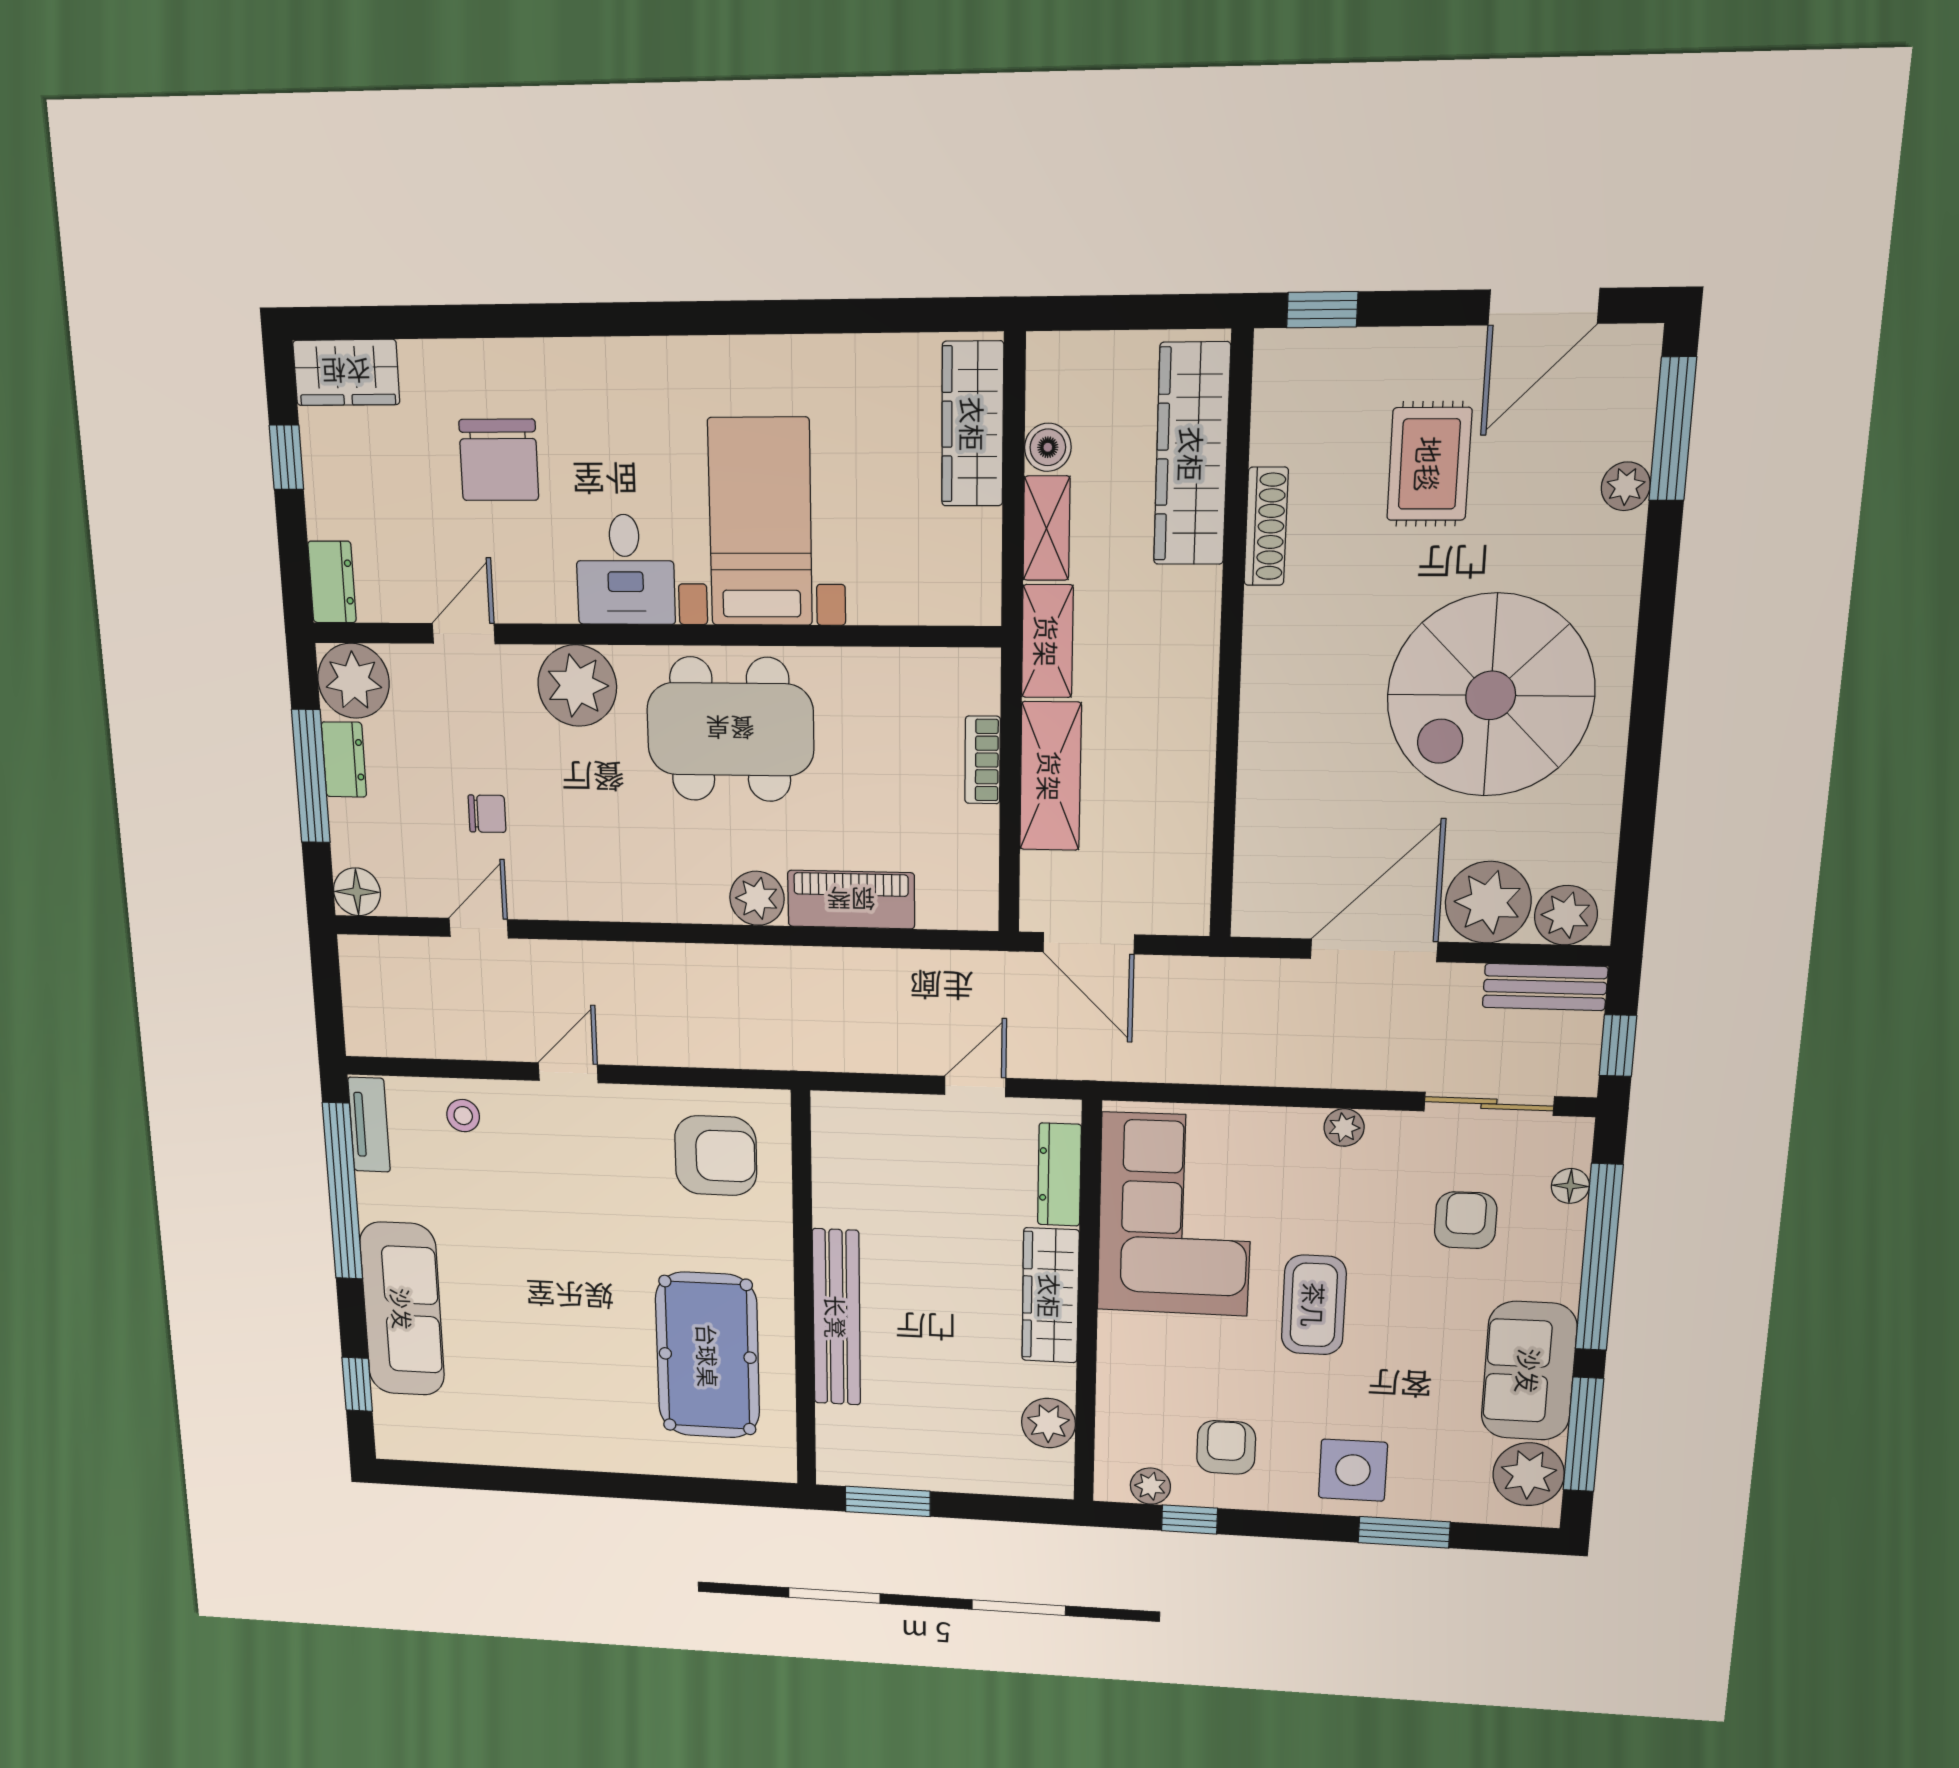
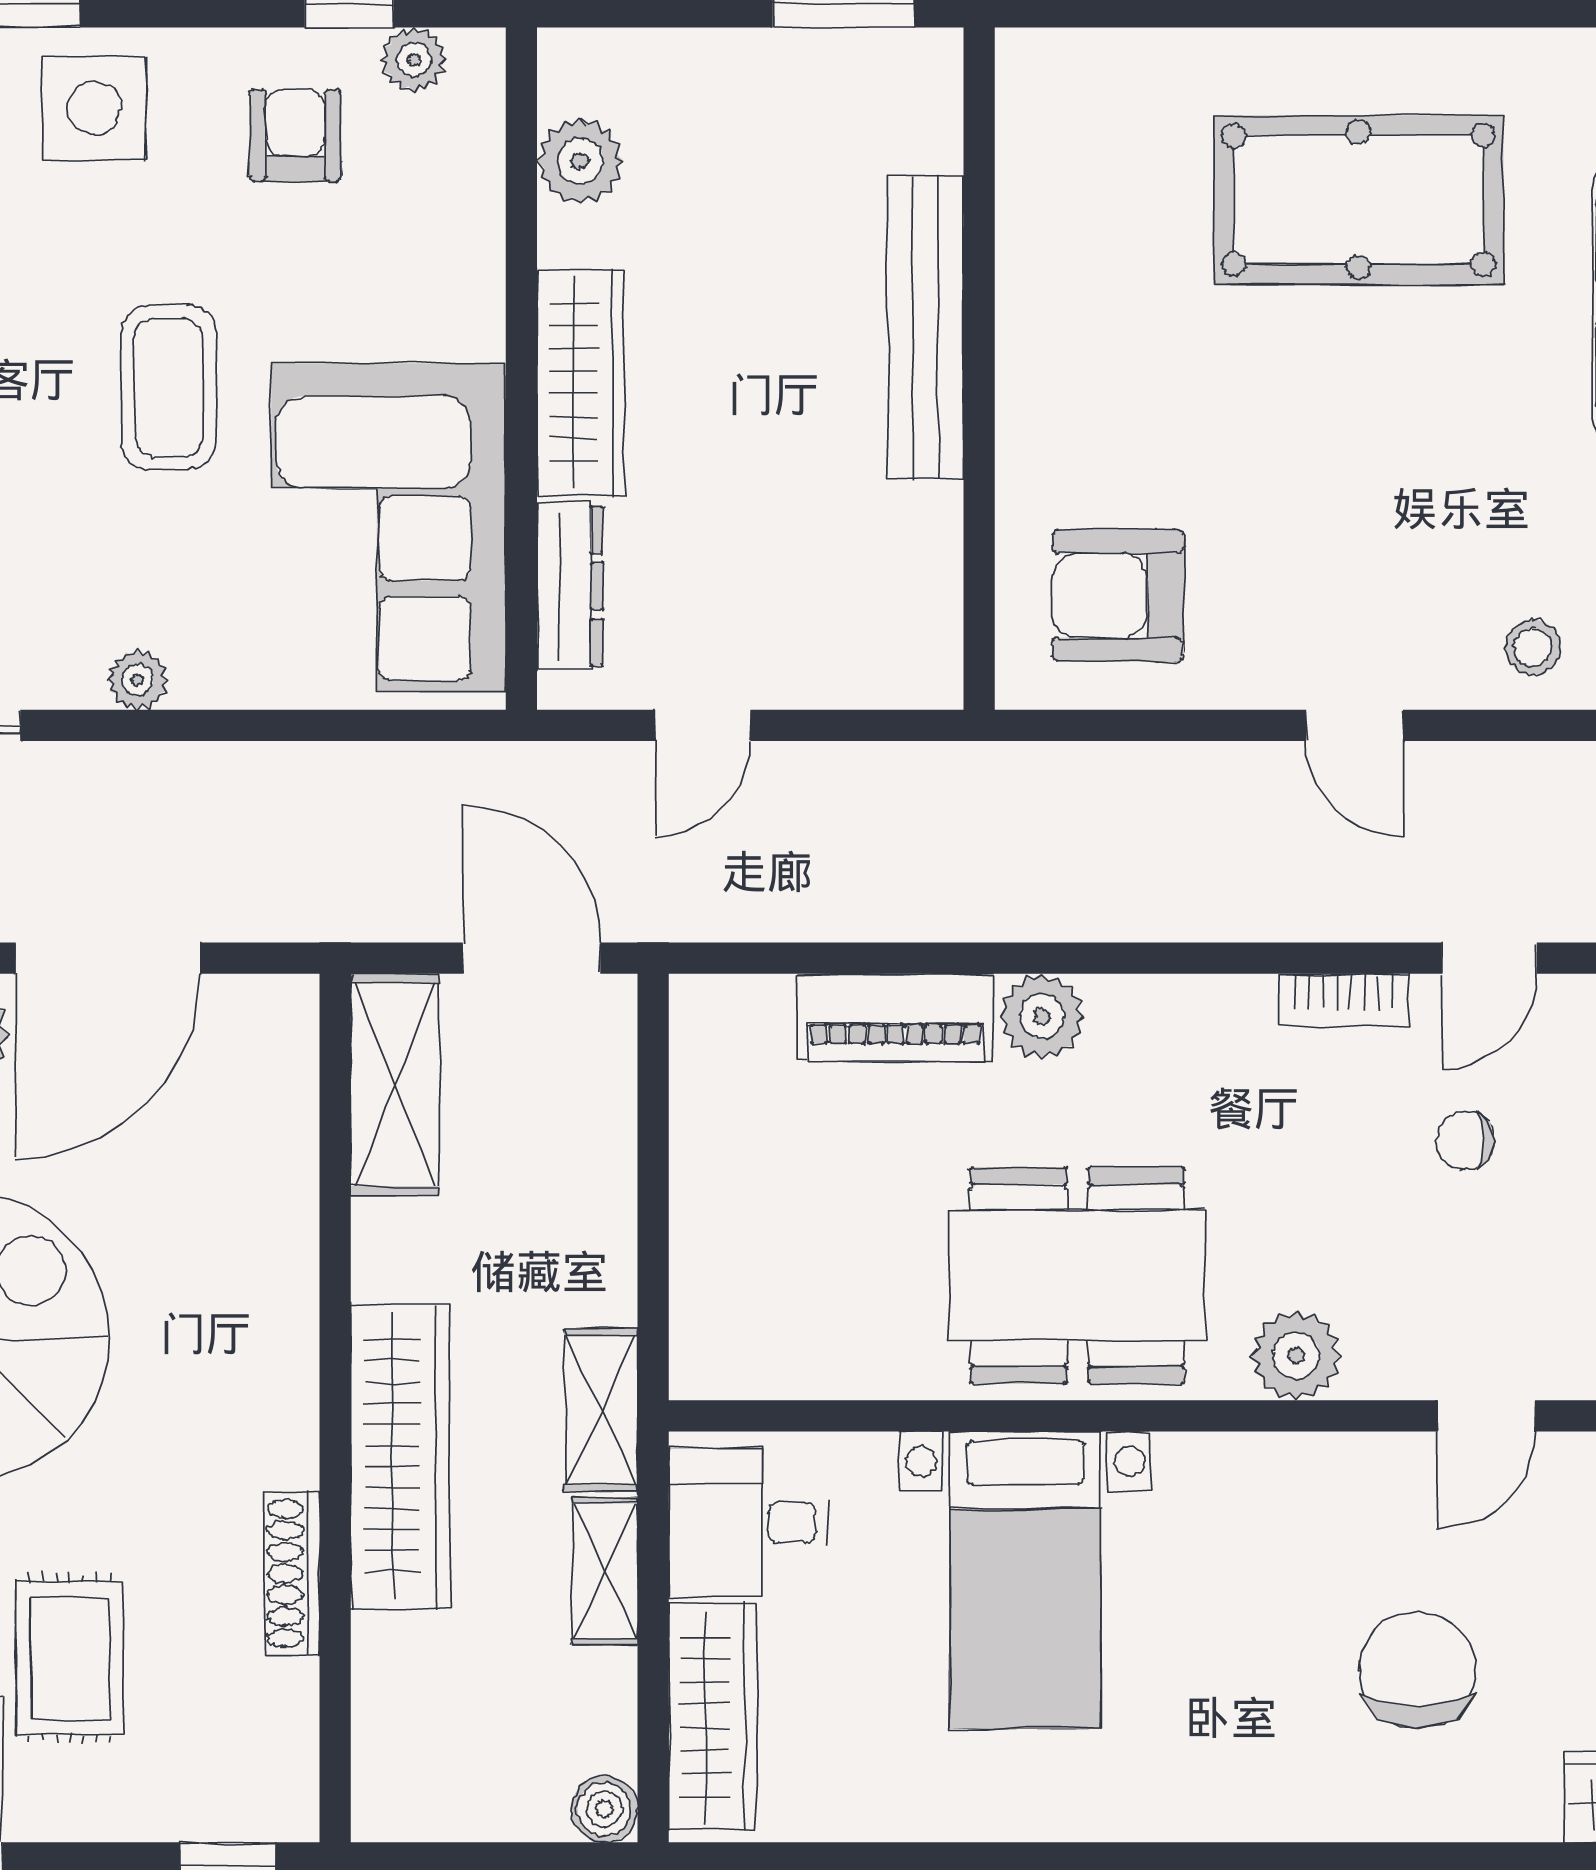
boiler: (1048, 447) -> (604, 1809), moved
wardrobe: (1192, 454) -> (400, 1456), moved
desk: (625, 570) -> (749, 1523), moved, turned -90
plant: (577, 686) -> (1296, 1355), width x0.73, depth x0.73
bookcase: (983, 760) -> (1344, 1000), moved, turned 90
shelving: (1050, 776) -> (395, 1084), moved
door: (568, 1073) -> (1355, 725), hinge flipped
pool table: (708, 1356) -> (1358, 200), moved, turned 90
armchair: (1226, 1447) -> (295, 136), turned 180

